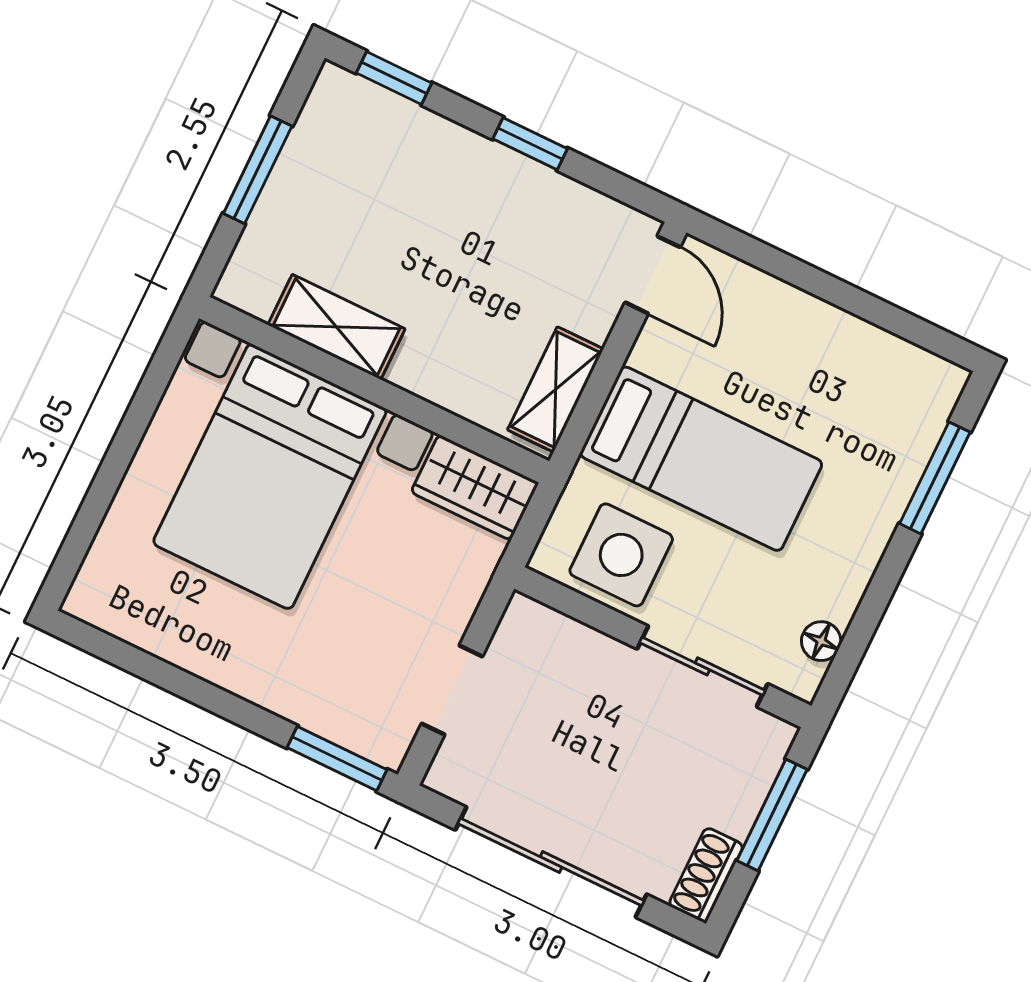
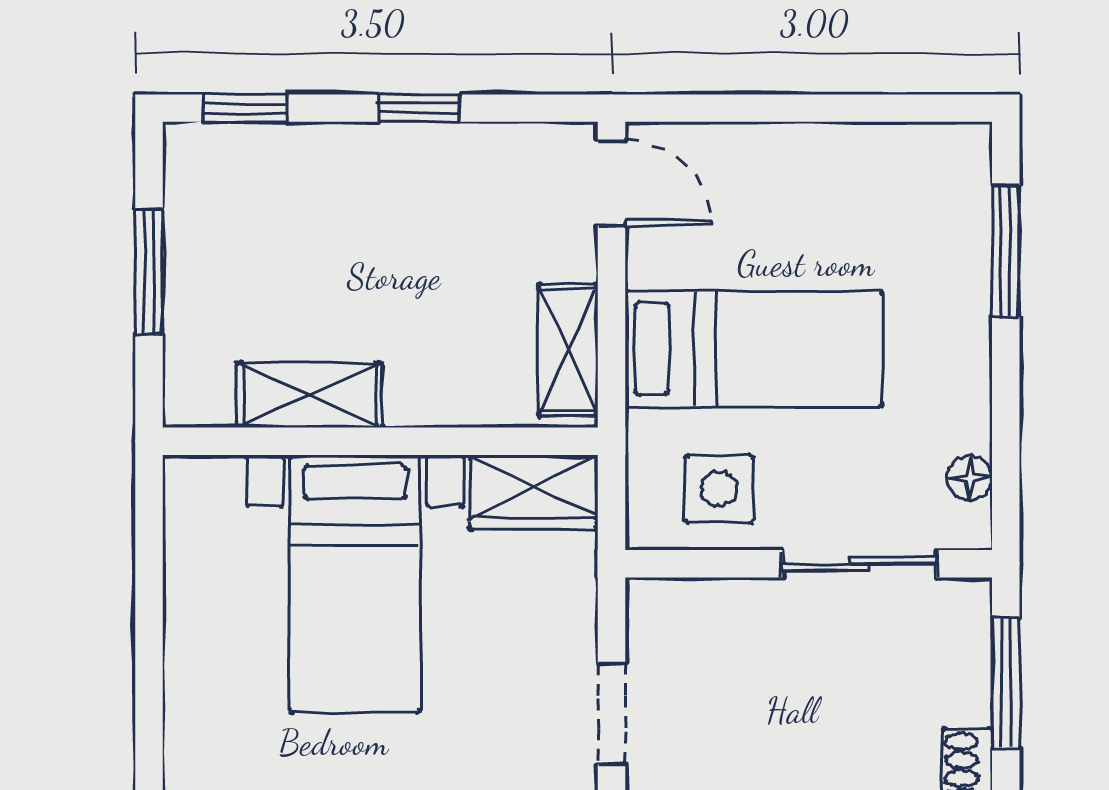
bed with nightstands: (270, 477) -> (355, 584), width x0.73
side table: (621, 555) -> (719, 489), width x0.73, depth x0.73

